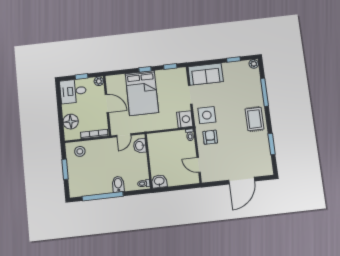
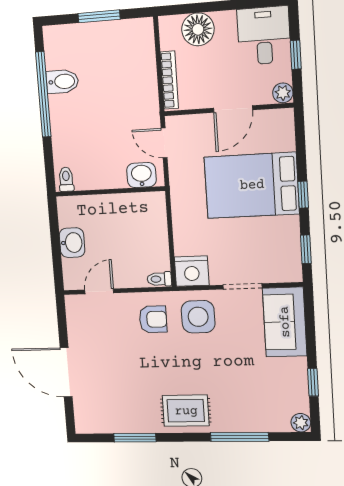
stool: (80, 151) -> (134, 48), removed
washbasin: (159, 181) -> (72, 243), moved
bidet: (118, 184) -> (62, 82), moved

